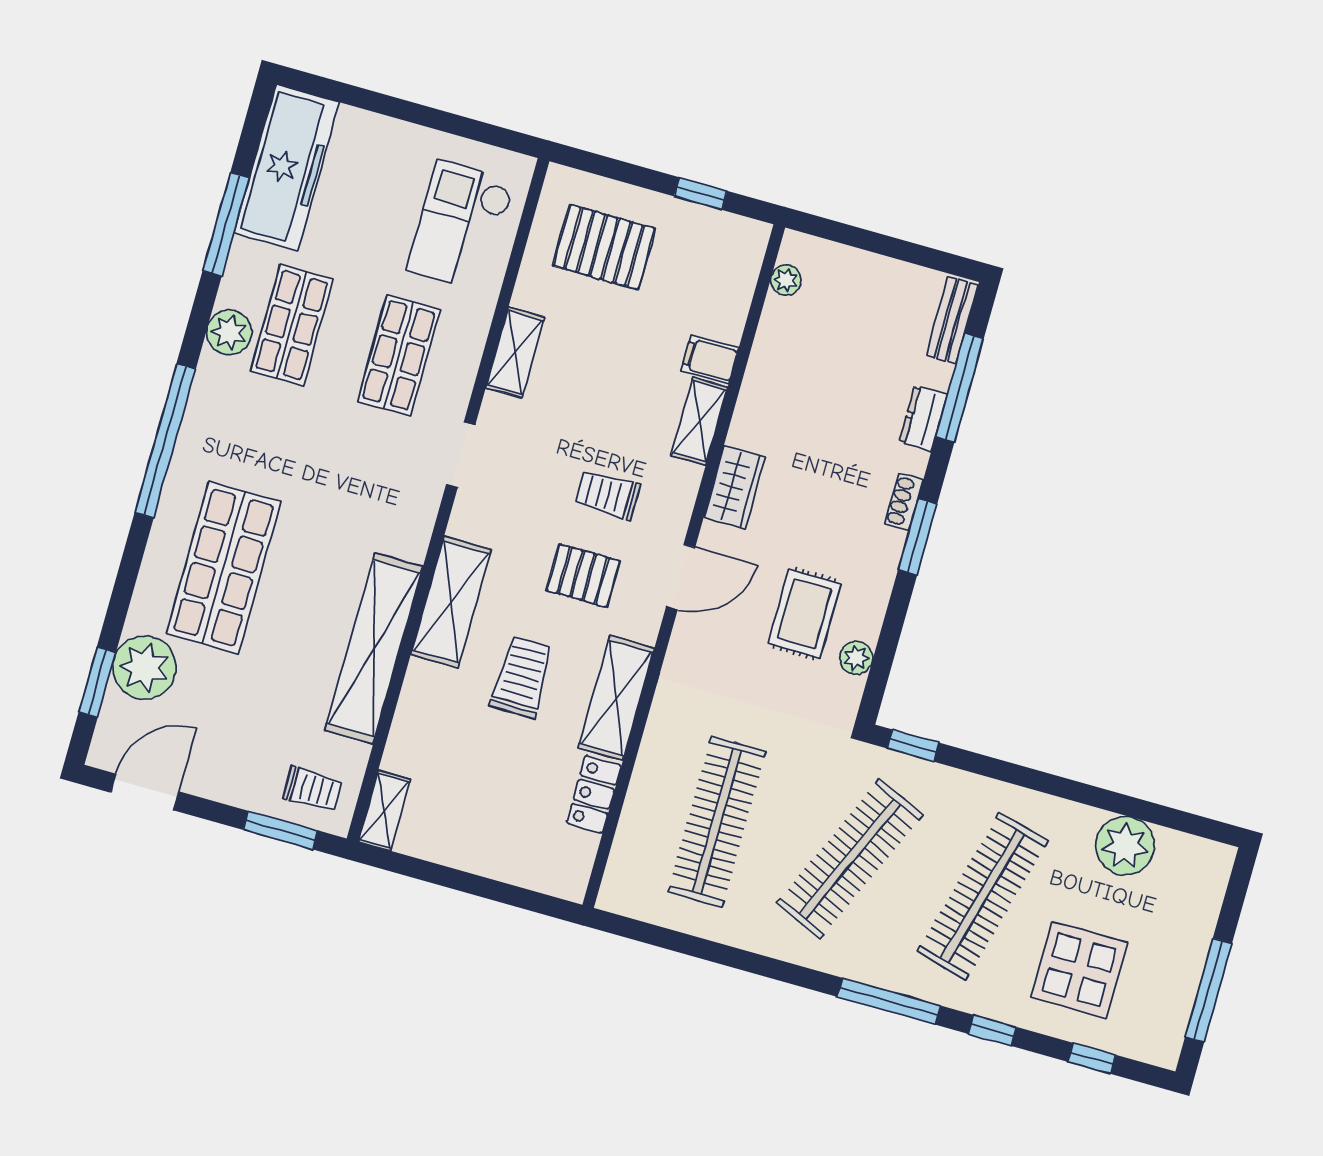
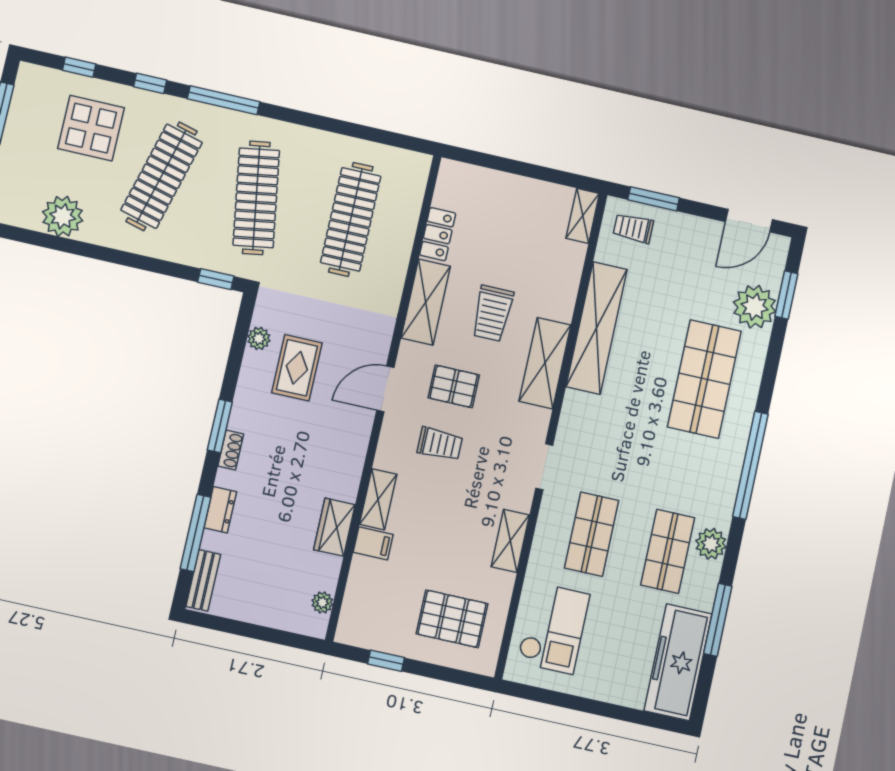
wardrobe: (735, 487) -> (334, 527), moved
clothes rail: (850, 859) -> (256, 198), turned -33

